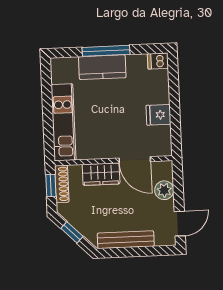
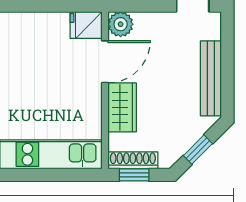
fridge: (158, 115) -> (86, 25), moved, turned 90
plant: (164, 190) -> (121, 24), moved

